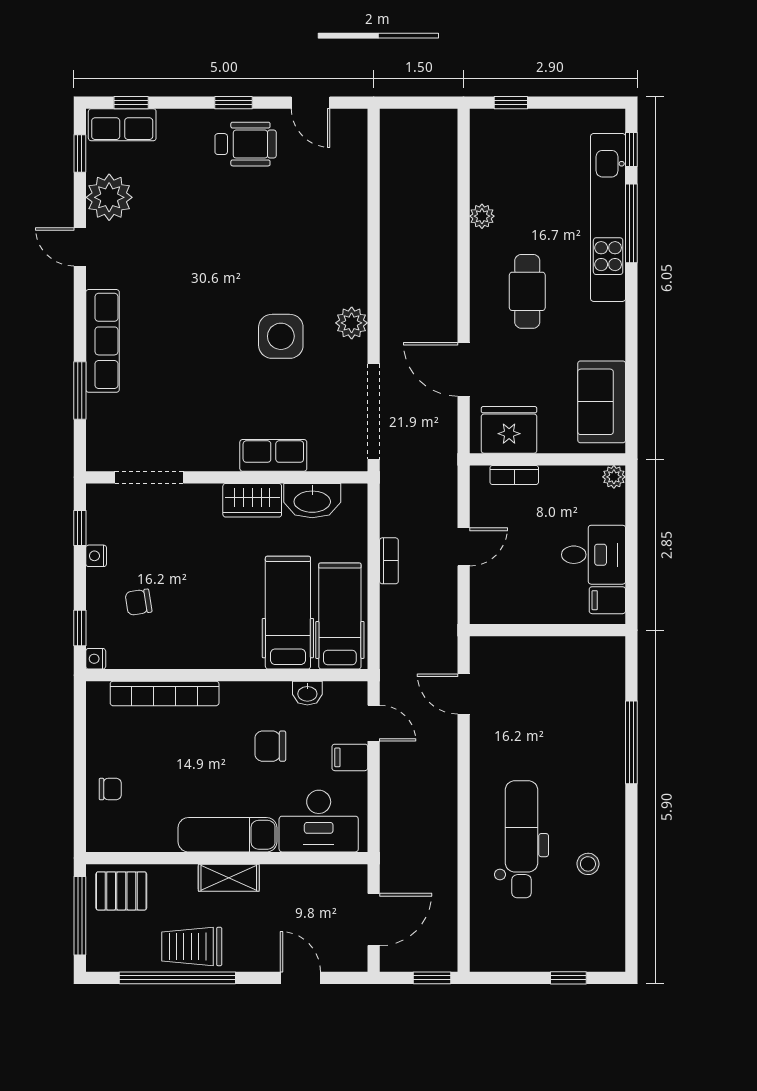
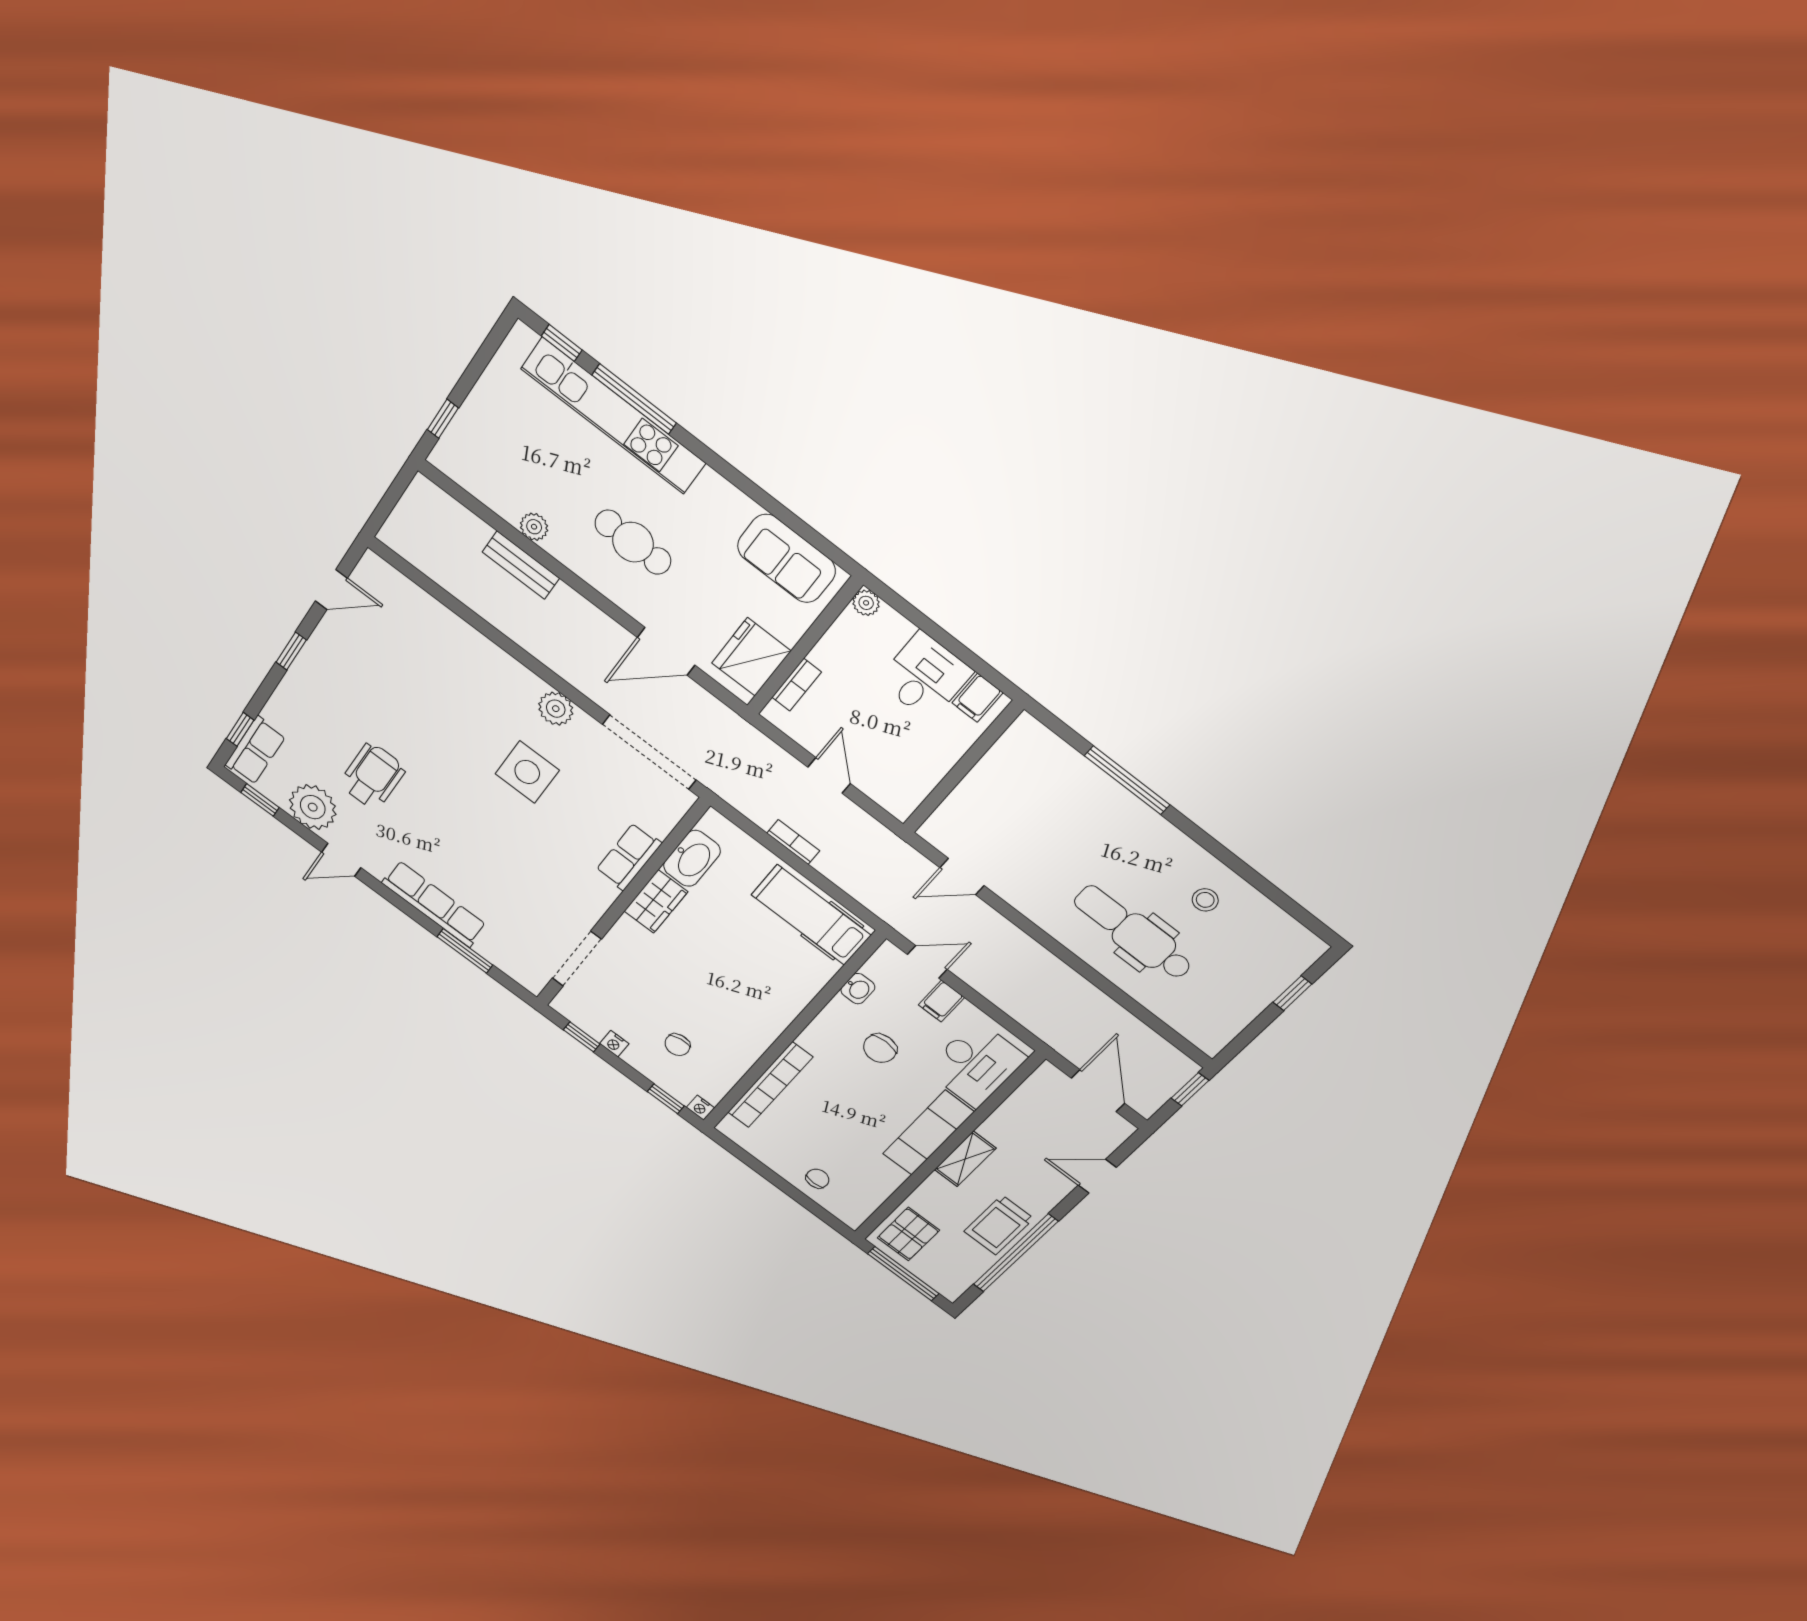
wheelchair: (246, 144) -> (373, 776), moved
bench: (445, 226) -> (521, 565), added
hospital bed: (288, 613) -> (776, 950), removed

